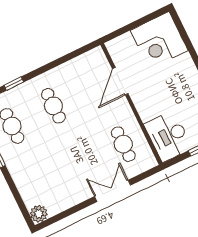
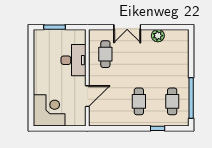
desk: (168, 136) -> (74, 60), moved
plant: (39, 214) -> (158, 36), moved

